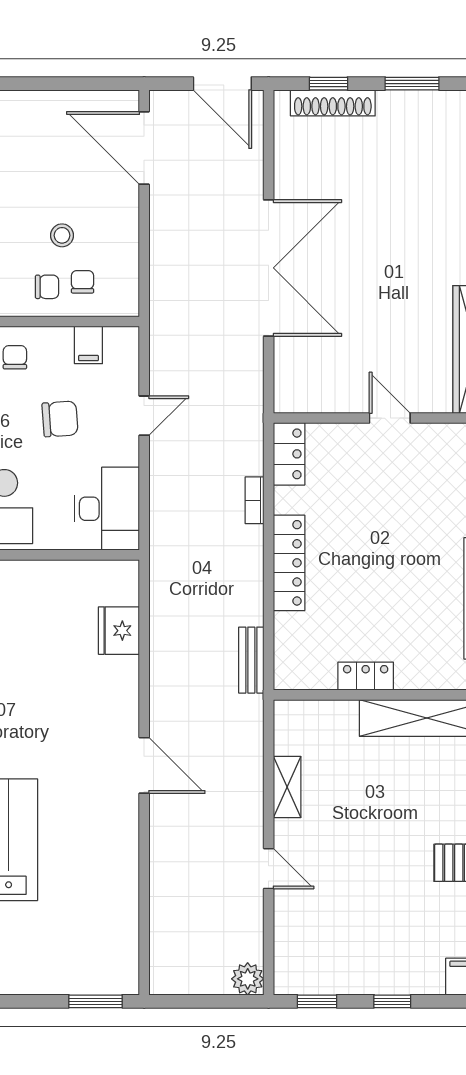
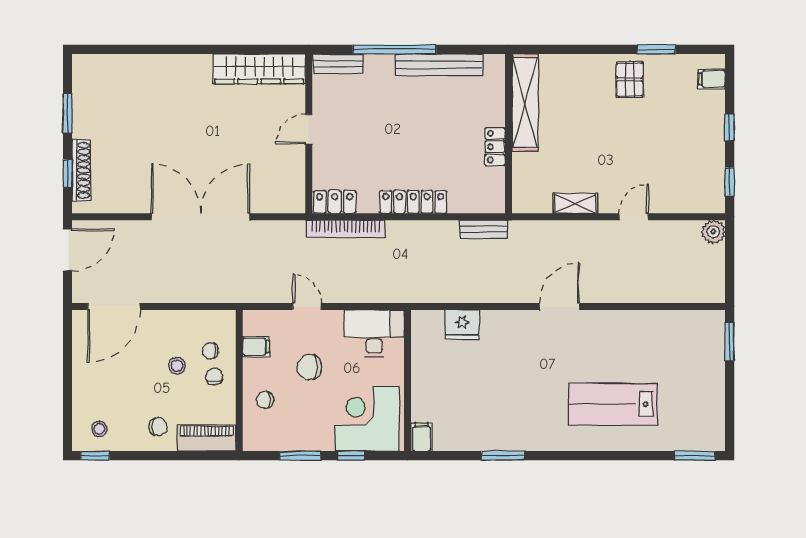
chair: (60, 419) -> (309, 367), turned -86
bookcase: (255, 500) -> (346, 229), width x2.31, depth x1.31

